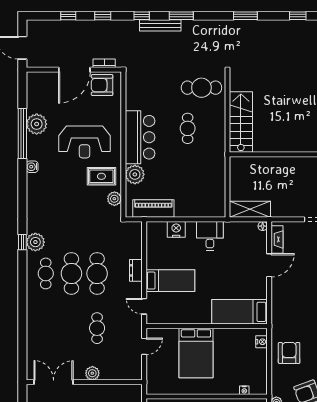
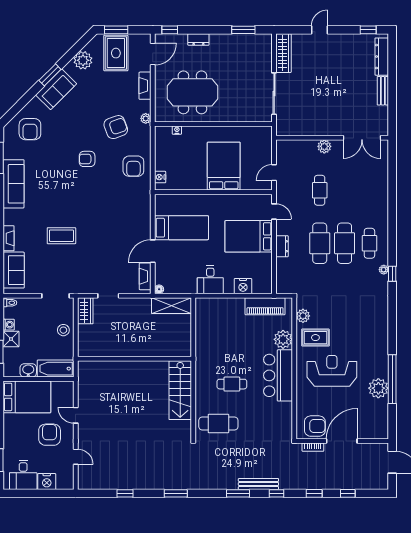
cafe table: (188, 128) -> (232, 384), turned 90
water cooler: (32, 167) -> (383, 347), removed
plant: (35, 242) -> (384, 270), width x0.53, depth x0.53
bed: (170, 281) -> (249, 236), width x1.50
bed: (240, 312) -> (181, 228), moved

